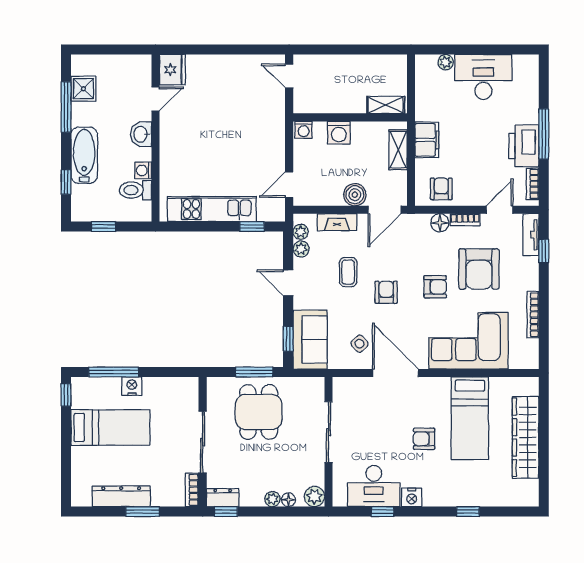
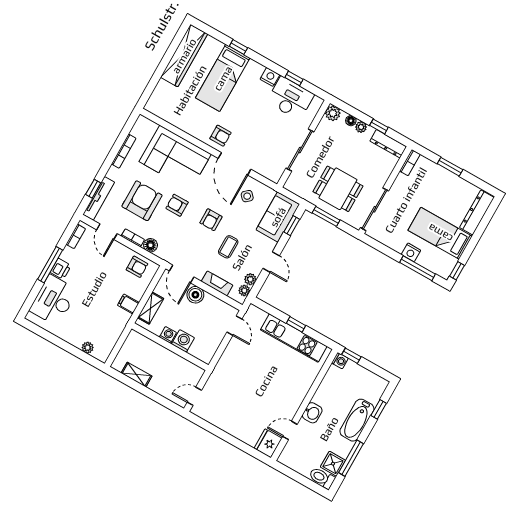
door: (289, 76) -> (194, 396), swing flipped
desk: (483, 77) -> (54, 300), moved, turned 90
shelving: (386, 105) -> (137, 375), moved
washing machine: (304, 130) -> (168, 335), moved
filing cabinet: (427, 140) -> (128, 304), width x0.50
printer: (524, 146) -> (61, 269), width x0.53, depth x0.68
washing machine: (143, 170) -> (340, 361), moved
door: (289, 185) -> (234, 326), hinge flipped
armchair: (441, 189) -> (137, 267), turned -90
toilet: (135, 190) -> (322, 478), moved, turned 180
door: (385, 210) -> (182, 274), swing flipped
door: (499, 210) -> (107, 232), hinge flipped
window: (103, 227) -> (351, 356), moved
window: (252, 227) -> (296, 324), moved
tv unit: (531, 235) -> (99, 198), width x1.41
dining table: (259, 412) -> (338, 189), turned 90
bed: (470, 418) -> (223, 78), moved, turned 180
wardrobe: (526, 437) -> (184, 56), moved
armchair: (424, 439) -> (220, 136), moved
sliding door: (203, 442) -> (374, 209), moved
dresser: (121, 496) -> (477, 212), moved, turned 90
dresser: (223, 498) -> (388, 144), width x1.44
window: (226, 512) -> (379, 126), moved

